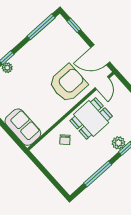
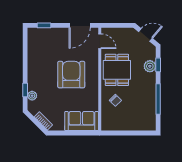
window: (41, 27) -> (25, 48), removed
armchair: (68, 83) -> (71, 75), moved

